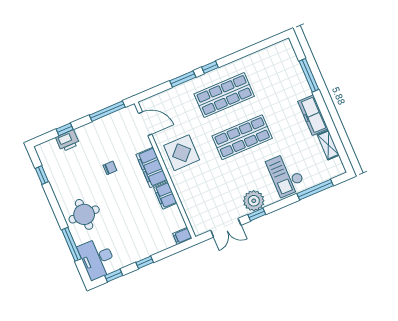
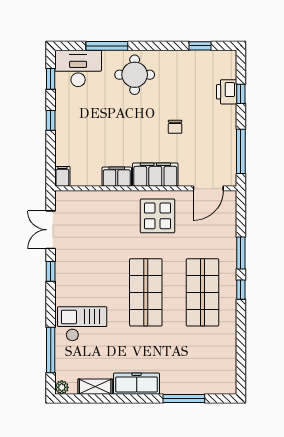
plant: (254, 201) -> (62, 387), moved, width x0.53, depth x0.53

